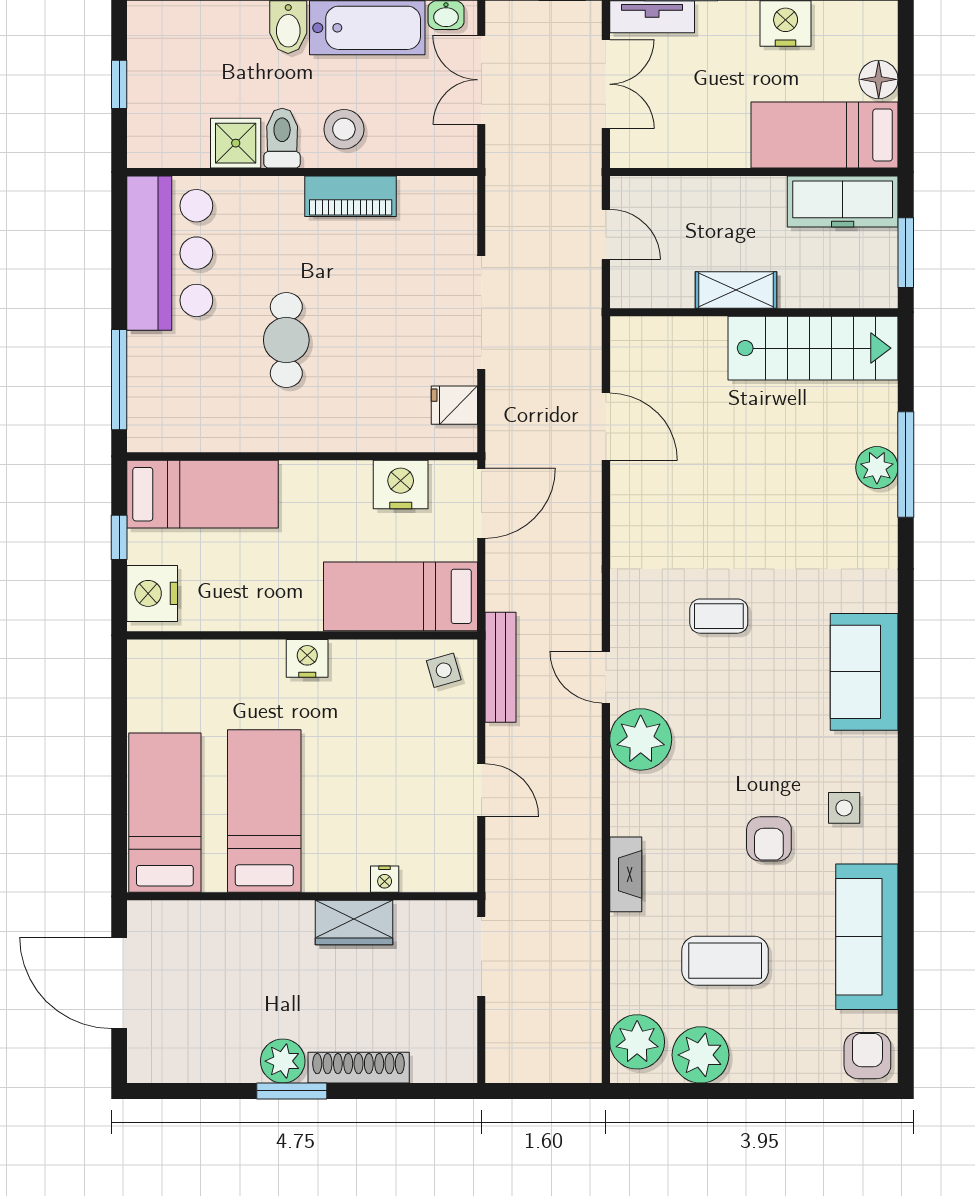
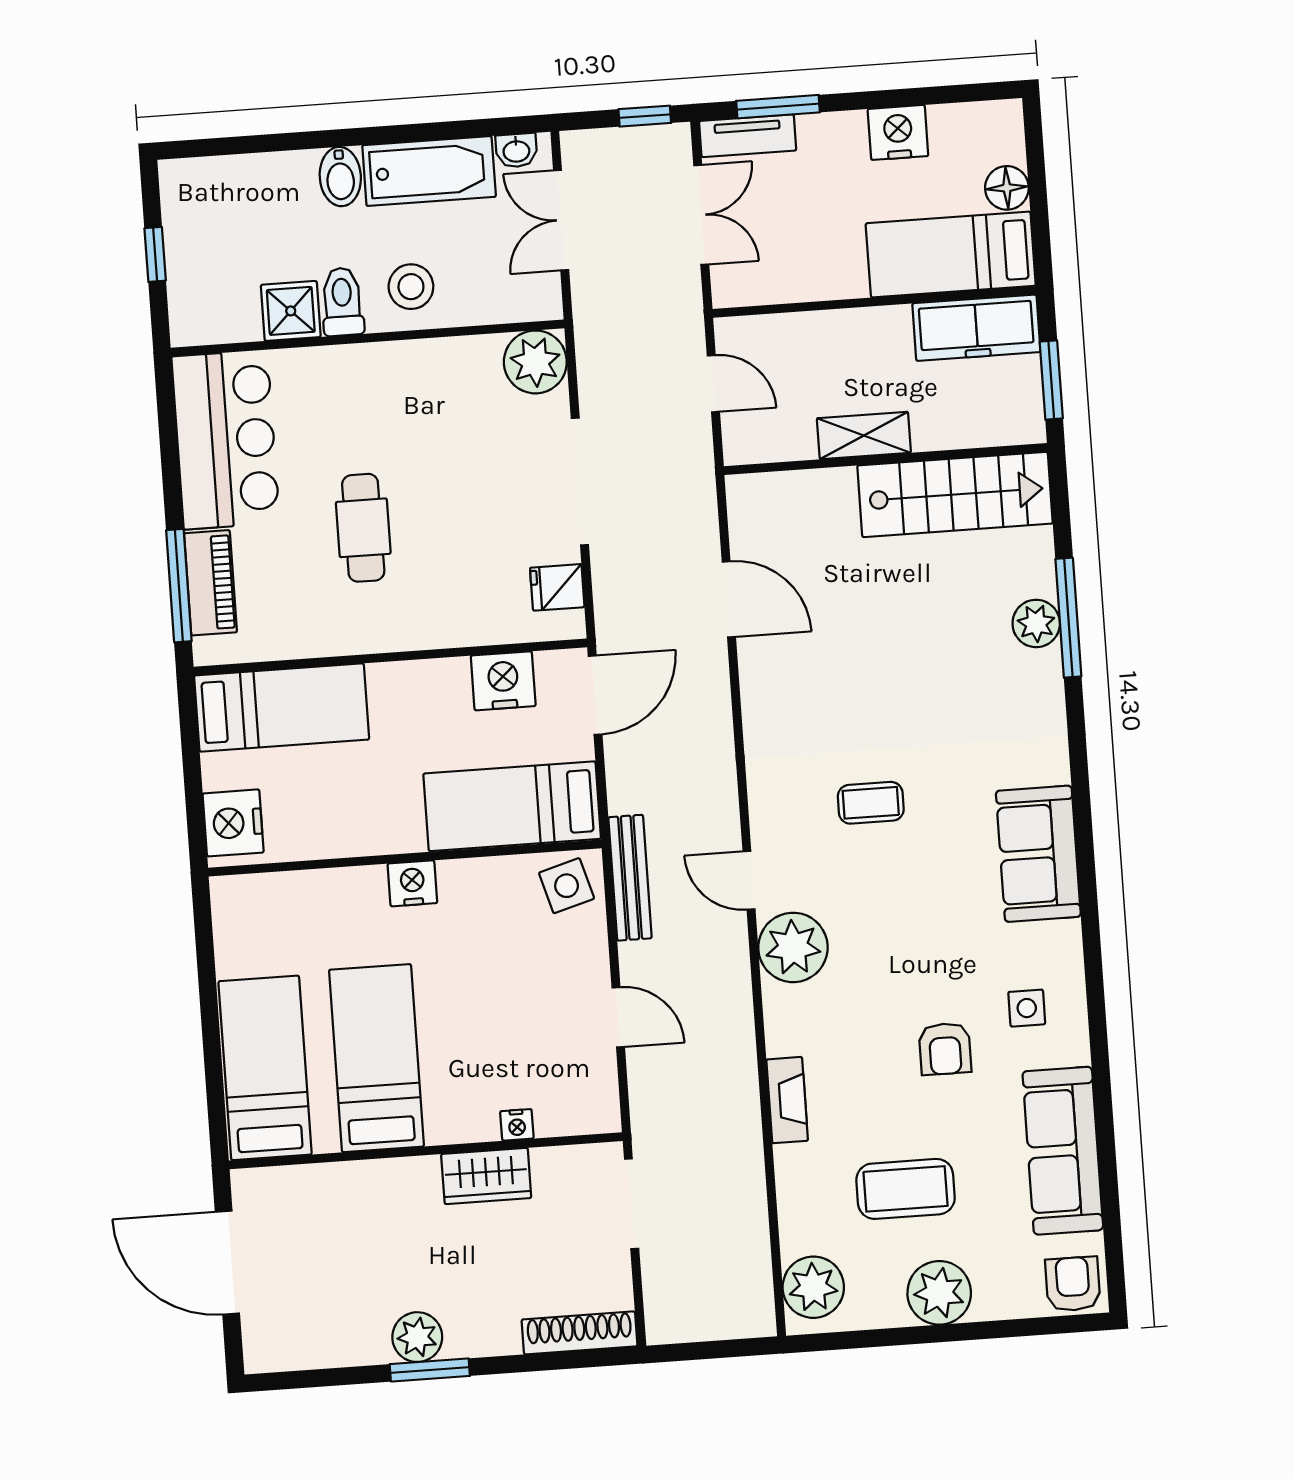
piano: (351, 196) -> (210, 583), moved, turned -90
plant: (449, 204) -> (535, 362), added
window: (119, 537) -> (192, 763), removed
side table: (444, 670) -> (567, 886), width x1.37, depth x1.37
plant: (701, 1055) -> (939, 1293), moved
shoe rack: (359, 1068) -> (580, 1333), moved

